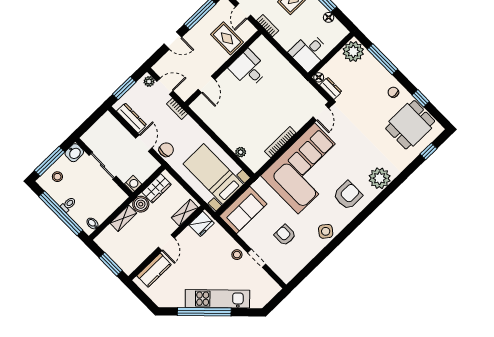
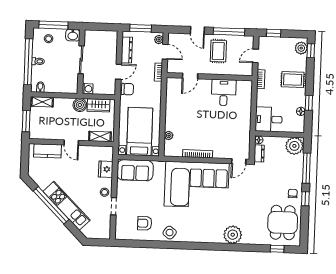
rug: (227, 38) -> (218, 51), moved
window: (421, 98) -> (305, 199), moved
dining table: (410, 125) -> (283, 223), turned 90
armchair: (348, 195) -> (204, 225), removed
shelving: (123, 218) -> (42, 102), moved
fridge: (201, 224) -> (106, 169), moved, turned 90
armchair: (285, 235) -> (145, 223), moved, turned -90
door: (166, 243) -> (71, 143), hinge flipped

